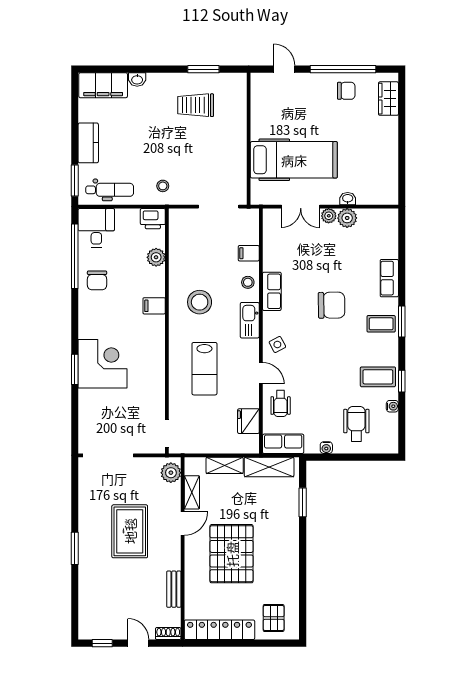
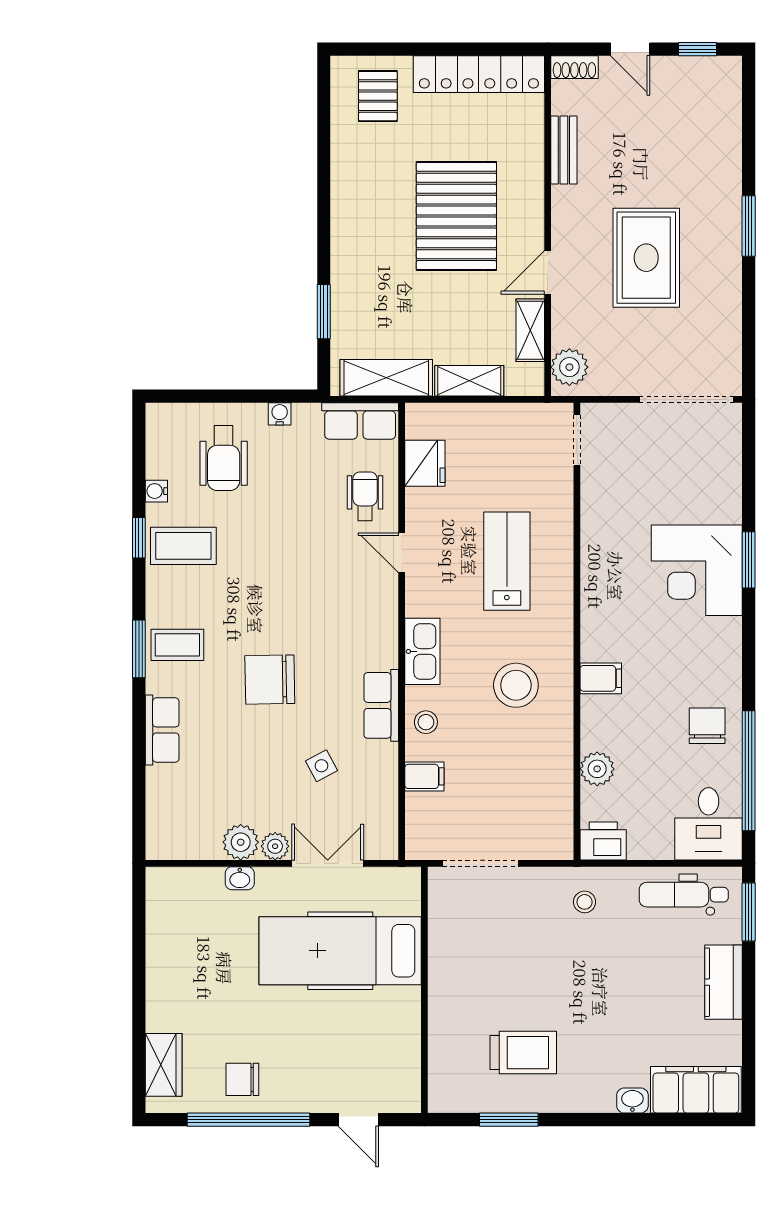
side table: (277, 344) -> (321, 766), moved

